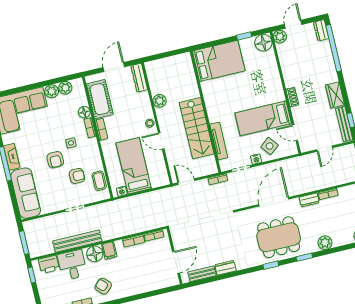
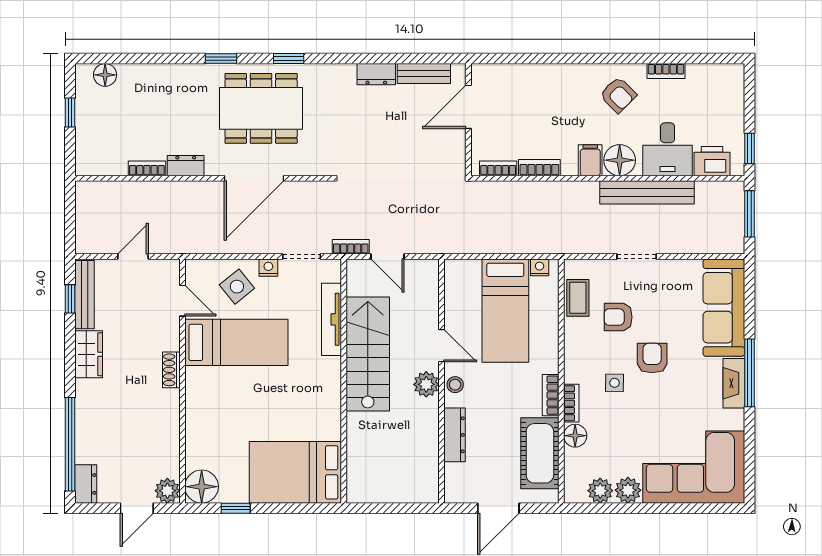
dresser: (139, 78) -> (455, 435), moved
plant: (160, 101) -> (426, 384), moved
door: (186, 182) -> (387, 256), moved
plant: (325, 243) -> (175, 77), removed

